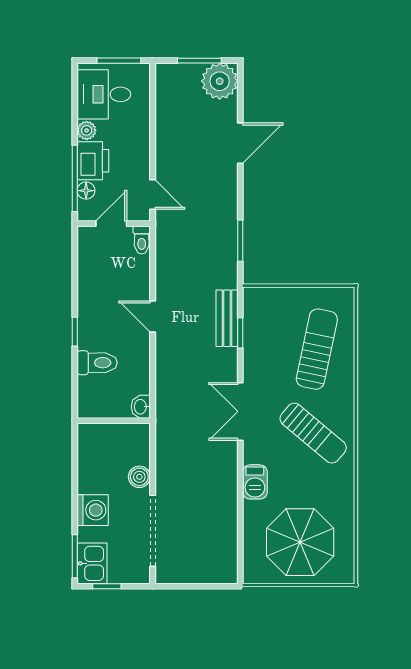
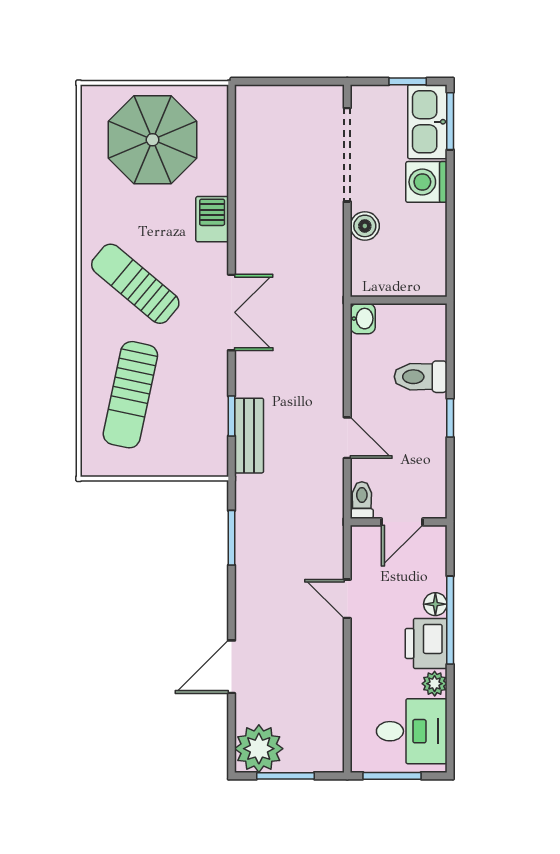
door: (111, 224) -> (402, 522), moved
wall: (114, 224) -> (399, 522), moved
toilet: (142, 240) -> (362, 500), moved
kitchen sink: (92, 563) -> (427, 122), width x1.38

